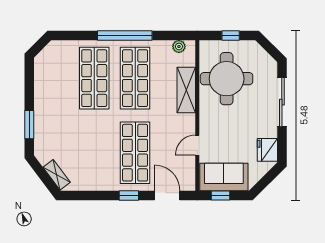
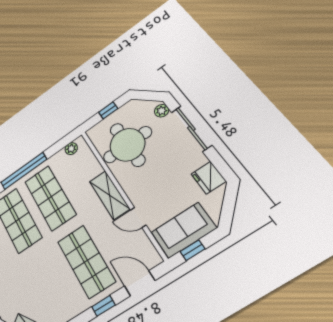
plant: (271, 70) -> (162, 111), added
shelving: (186, 90) -> (109, 195), moved
door: (197, 145) -> (138, 217), hinge flipped

